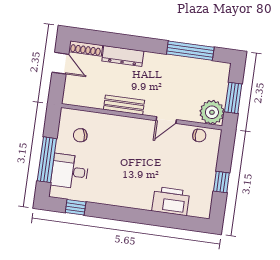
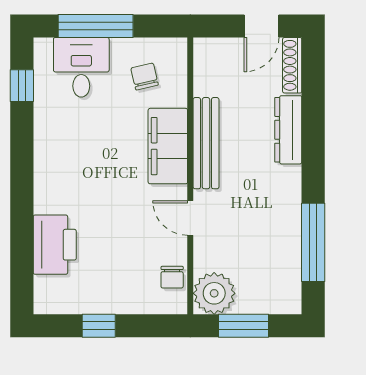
bench: (124, 105) -> (206, 143), width x1.36
filing cabinet: (123, 127) -> (168, 146), added

